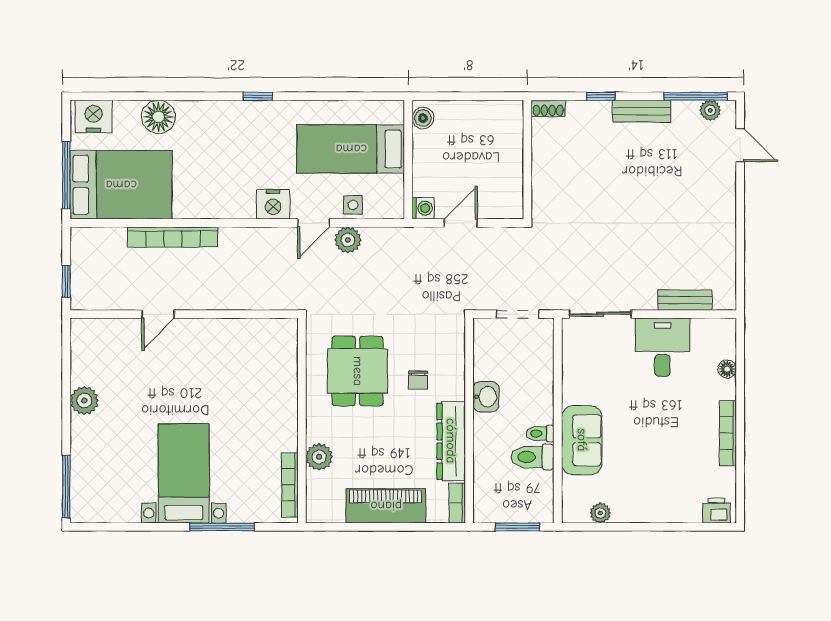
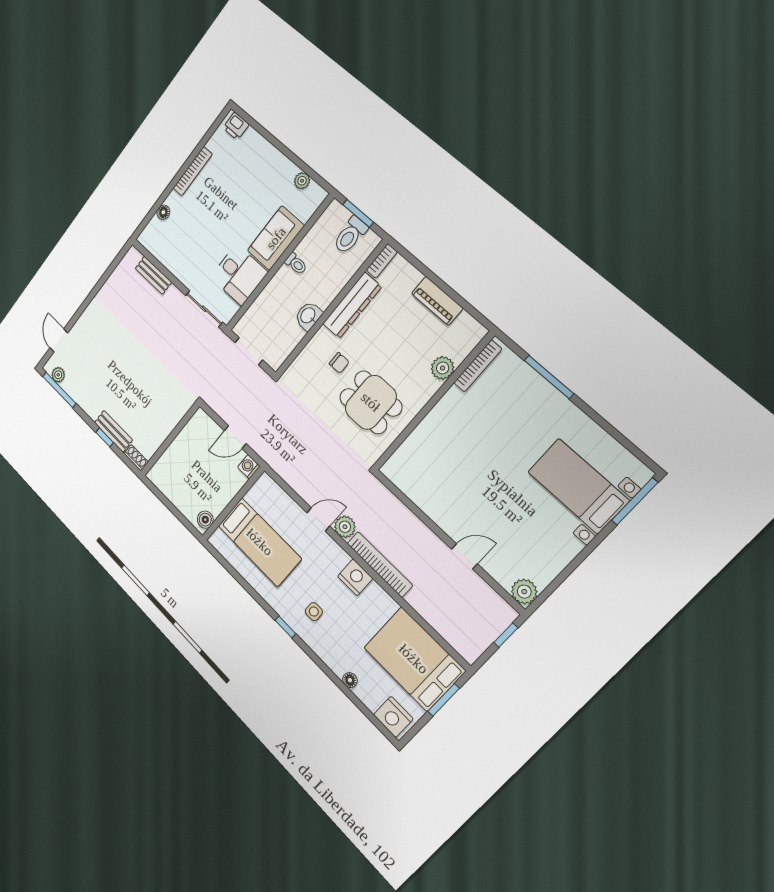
bench: (642, 111) -> (113, 431), moved
floor lamp: (158, 117) -> (350, 680), width x0.53, depth x0.53
window: (66, 175) -> (444, 700), width x0.69
nightstand: (273, 204) -> (355, 577), moved
side table: (353, 205) -> (314, 612), moved
bookcase: (173, 237) -> (380, 564), moved
plant: (348, 240) -> (345, 527), moved
desk: (662, 347) -> (239, 275), moved, turned -90
dining table: (358, 371) -> (371, 402), turned 90
chair: (418, 380) -> (339, 363), turned 90
plant: (84, 401) -> (524, 592), moved
toilet: (533, 457) -> (350, 235), moved, turned 90
bed with nightstands: (184, 473) -> (578, 486), moved, turned 90
piano: (386, 506) -> (437, 301), width x0.73, depth x0.75

